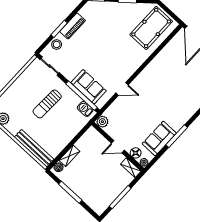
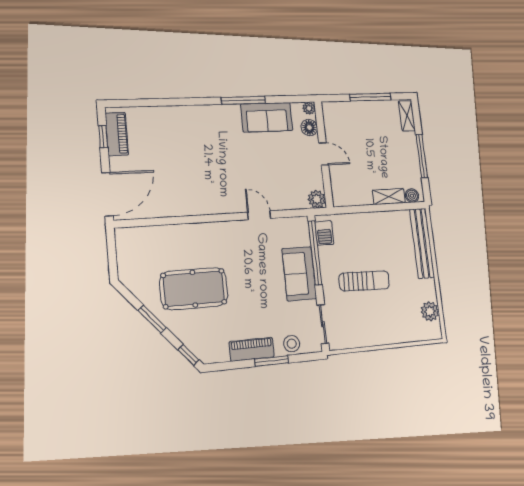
pool table: (151, 28) -> (194, 289), moved
sofa: (89, 87) -> (299, 274), moved
shelving: (131, 168) -> (407, 116), moved

